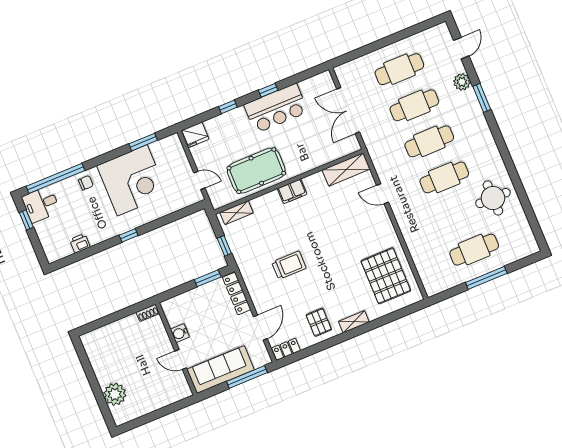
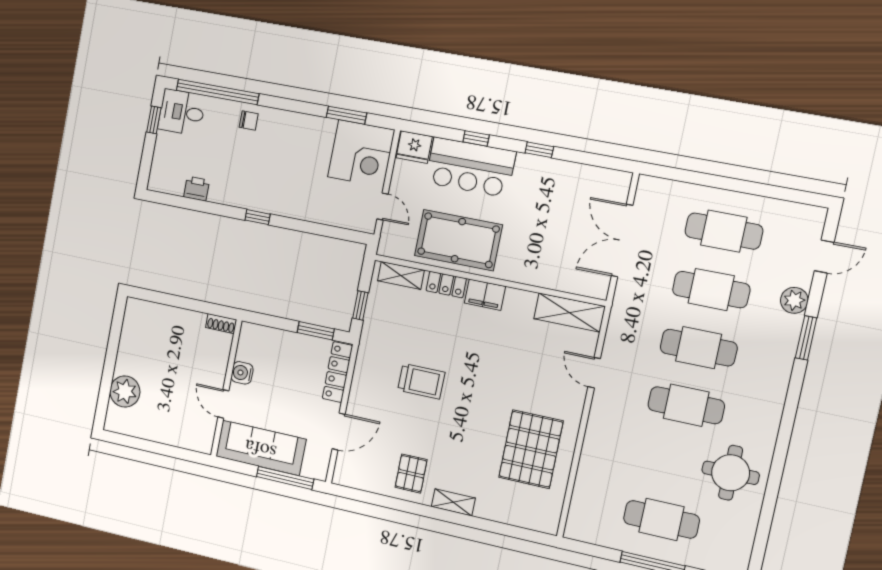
bar counter: (276, 108) -> (470, 167), moved
corner desk: (132, 180) -> (361, 153), moved, width x0.74, depth x0.74
pallet: (386, 276) -> (531, 449), moved
locker: (286, 349) -> (446, 285), moved, turned 180

